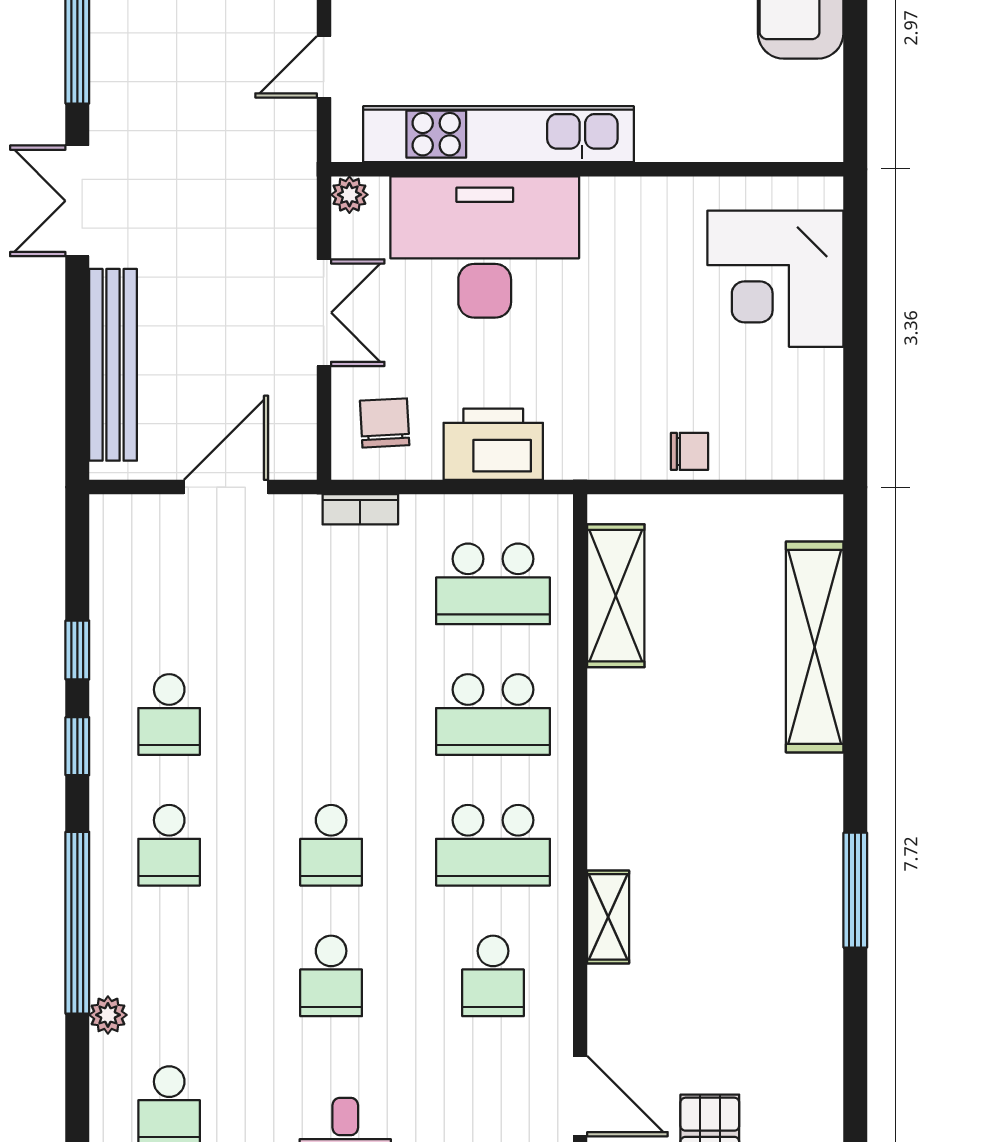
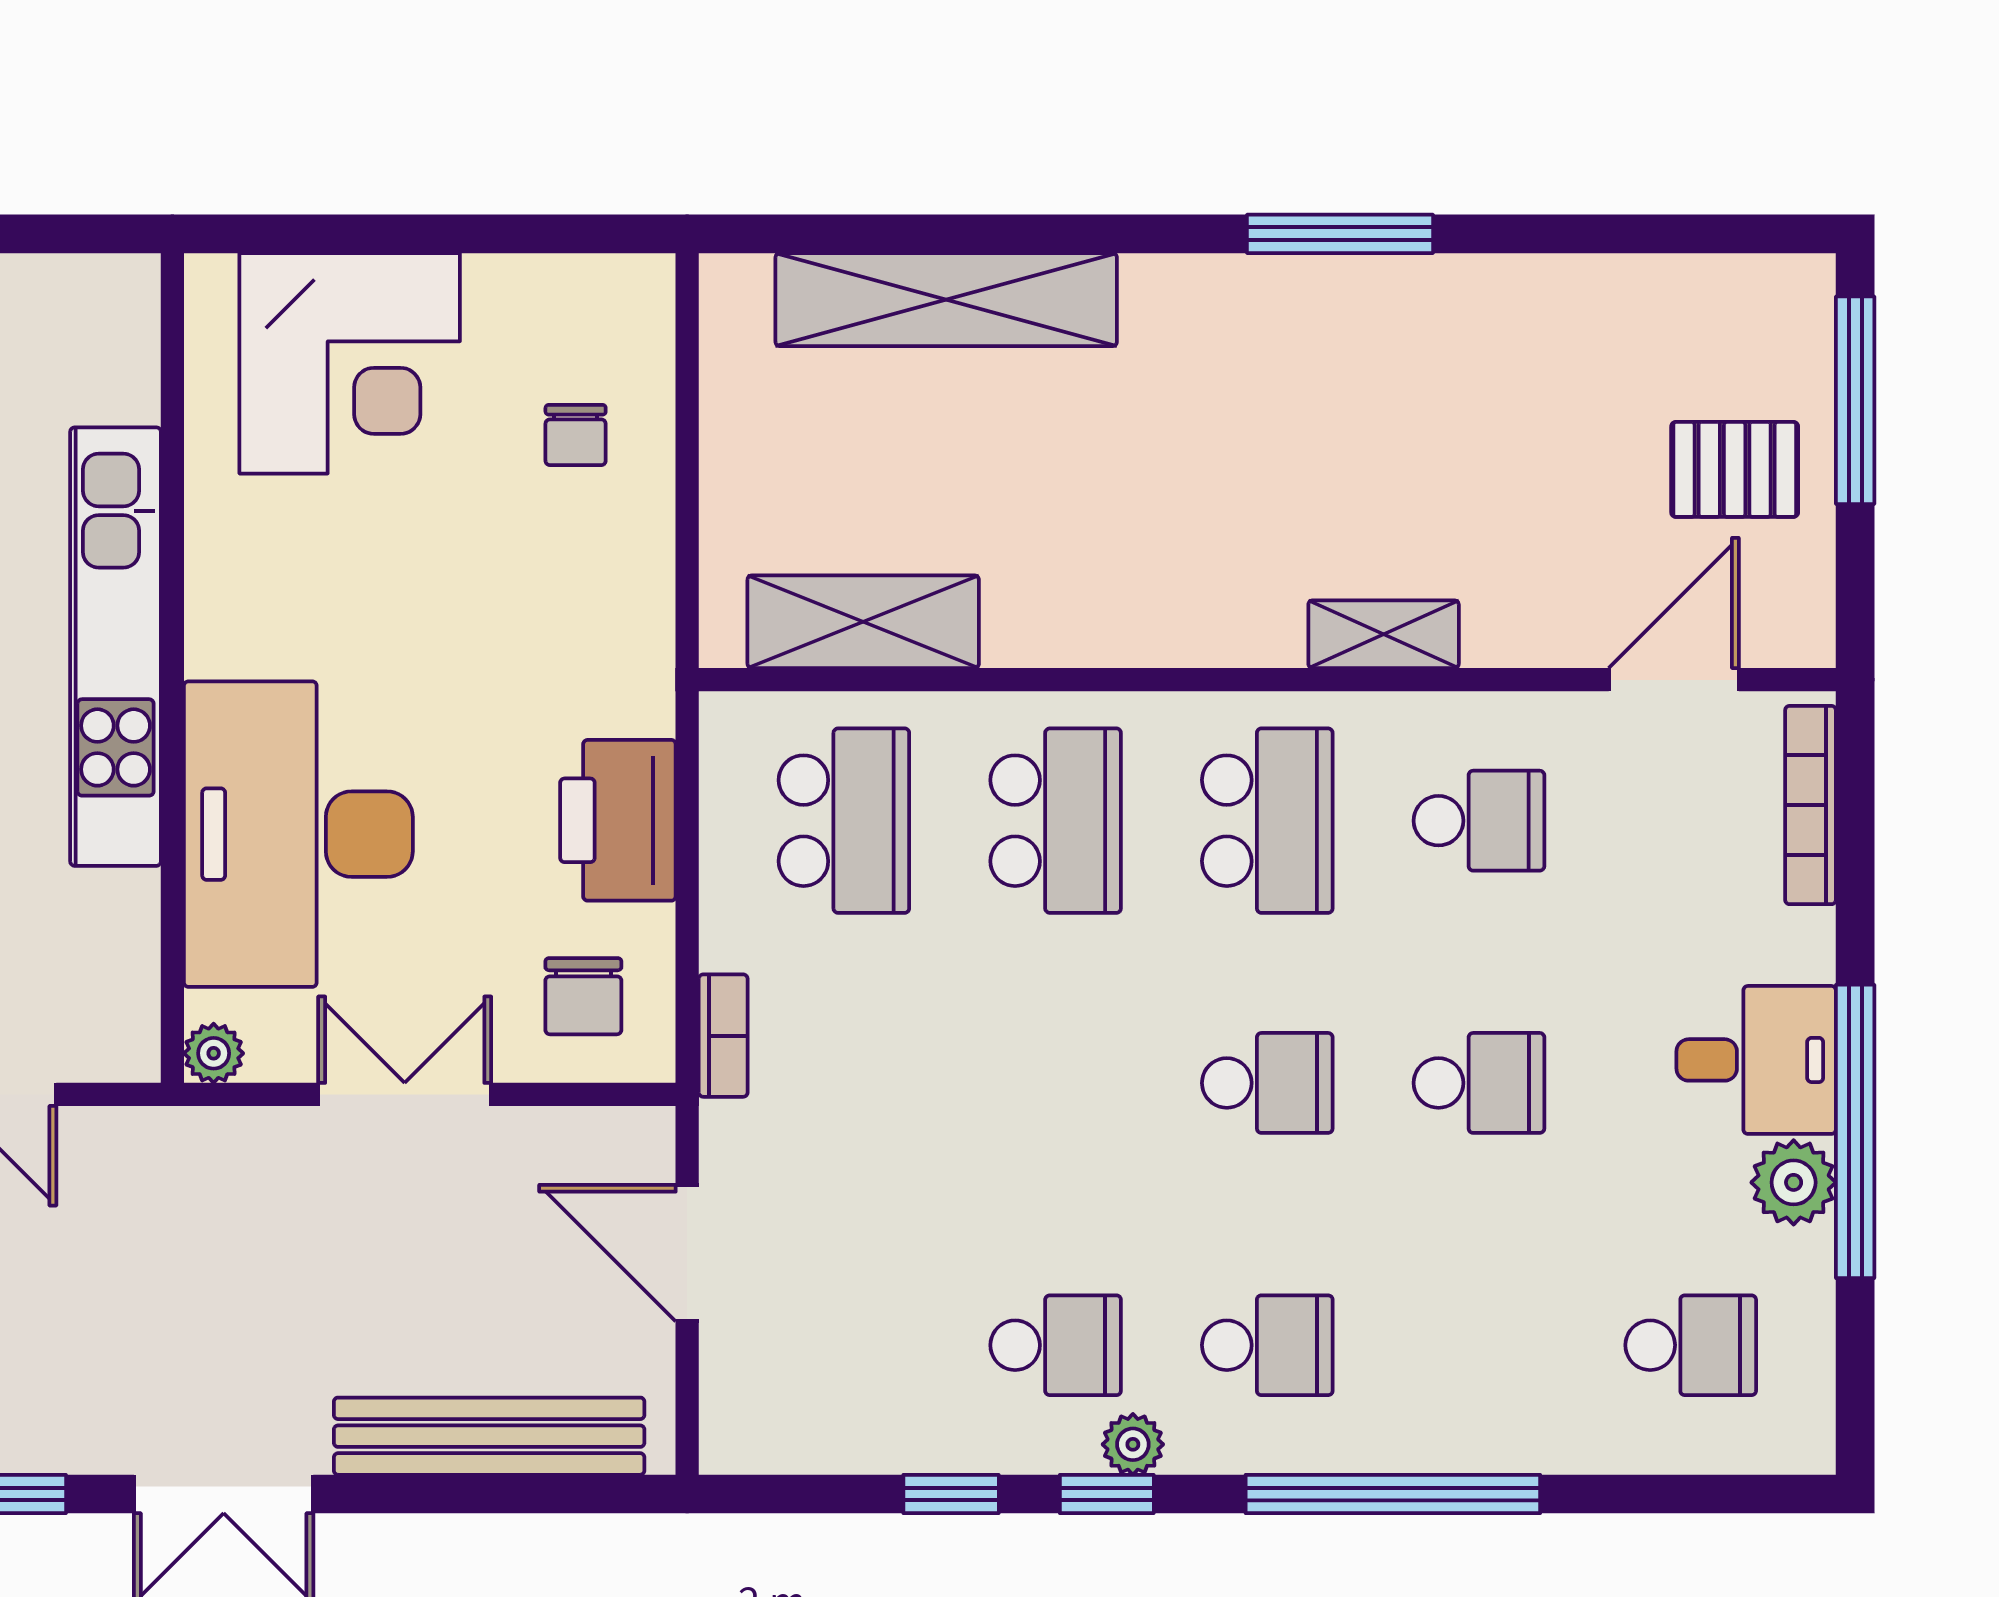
kitchen unit: (498, 134) -> (116, 647), moved
chair: (385, 423) -> (583, 996), turned -87
chair: (689, 451) -> (576, 435), moved, turned 180
plant: (108, 1015) -> (1133, 1444), moved

